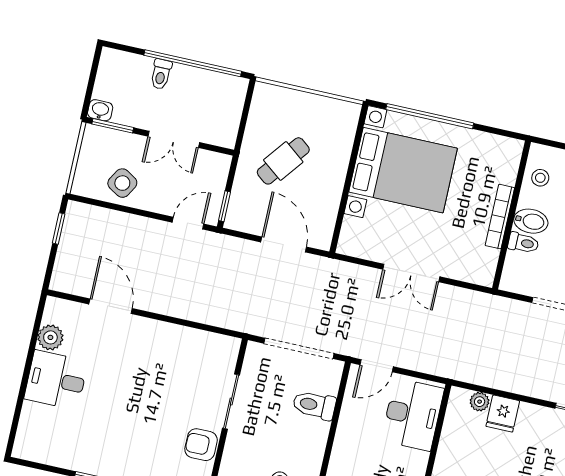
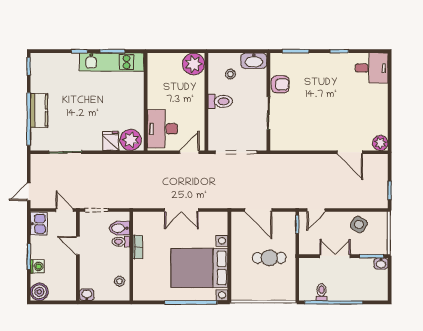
toilet: (161, 74) -> (321, 292), moved
cafe table: (283, 161) -> (269, 258), turned 52
bookcase: (500, 217) -> (138, 247), width x0.64
bidet: (531, 221) -> (119, 228), moved
double door: (411, 273) -> (181, 210), swing flipped
plant: (50, 337) -> (380, 143), moved
desk: (56, 380) -> (372, 68), moved
plant: (480, 402) -> (131, 140), width x1.88, depth x1.88
toilet: (314, 405) -> (220, 101), moved

